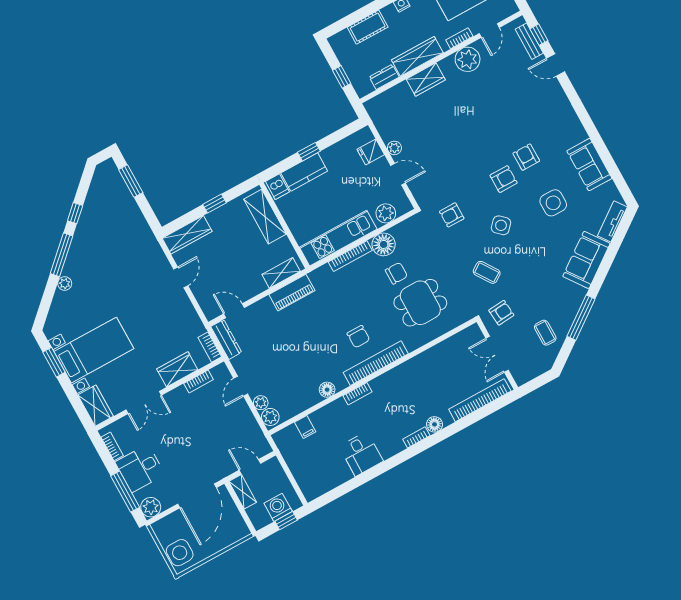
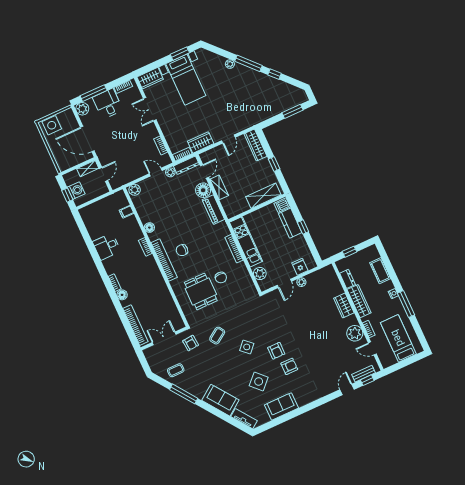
side table: (553, 203) -> (259, 381), turned 45
armchair: (452, 215) -> (256, 316), removed
floor lamp: (384, 244) -> (203, 190), moved
shelving: (281, 273) -> (219, 187), moved
door: (181, 277) -> (228, 139), hinge flipped
wardrobe: (177, 369) -> (201, 142), moved, turned -90
plant: (261, 403) -> (170, 172), moved

